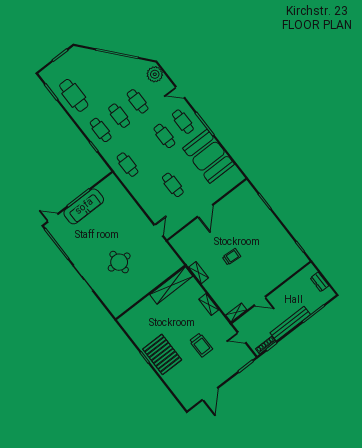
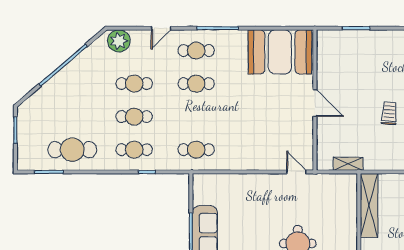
booth: (208, 156) -> (280, 52), moved
cafe table: (173, 185) -> (258, 117), removed
shelving: (199, 273) -> (348, 164), moved

